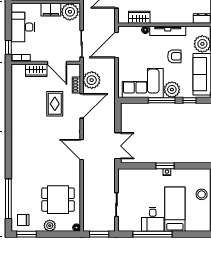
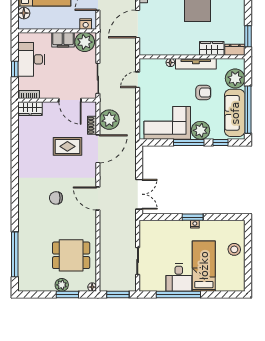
wardrobe: (139, 17) -> (212, 48), moved
door: (116, 45) -> (138, 80), width x0.53
window: (8, 47) -> (15, 69), moved
wardrobe: (36, 70) -> (30, 109), moved
rug: (55, 104) -> (67, 146), turned 90
chair: (23, 220) -> (56, 198), moved
window: (26, 234) -> (67, 294), moved

